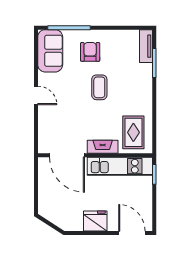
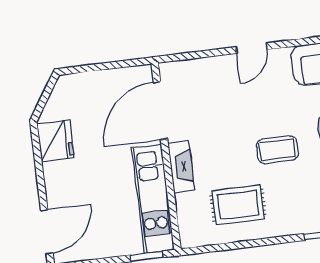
rug: (133, 132) -> (238, 205), moved
fridge: (95, 221) -> (55, 141), moved

